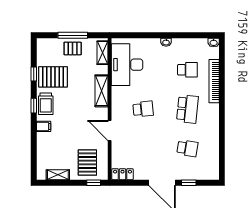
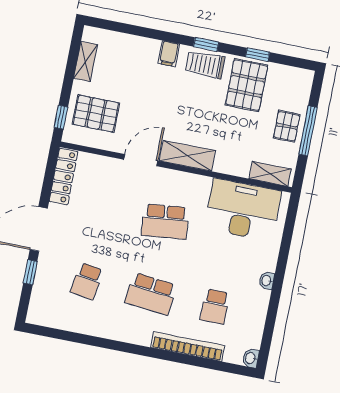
shelving: (102, 91) -> (187, 156), moved
school desk: (143, 109) -> (165, 222), width x1.85
locker: (122, 174) -> (64, 177), width x1.53

